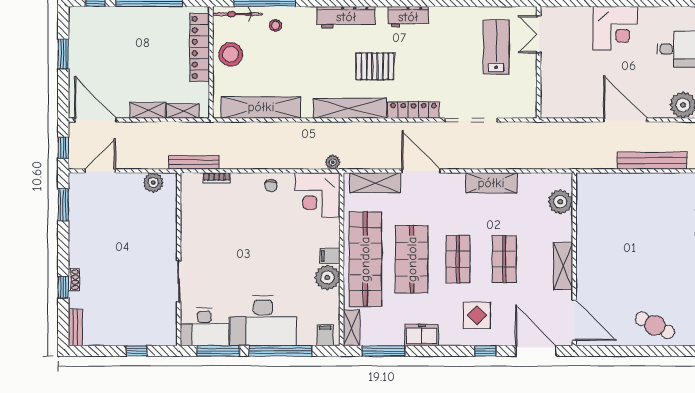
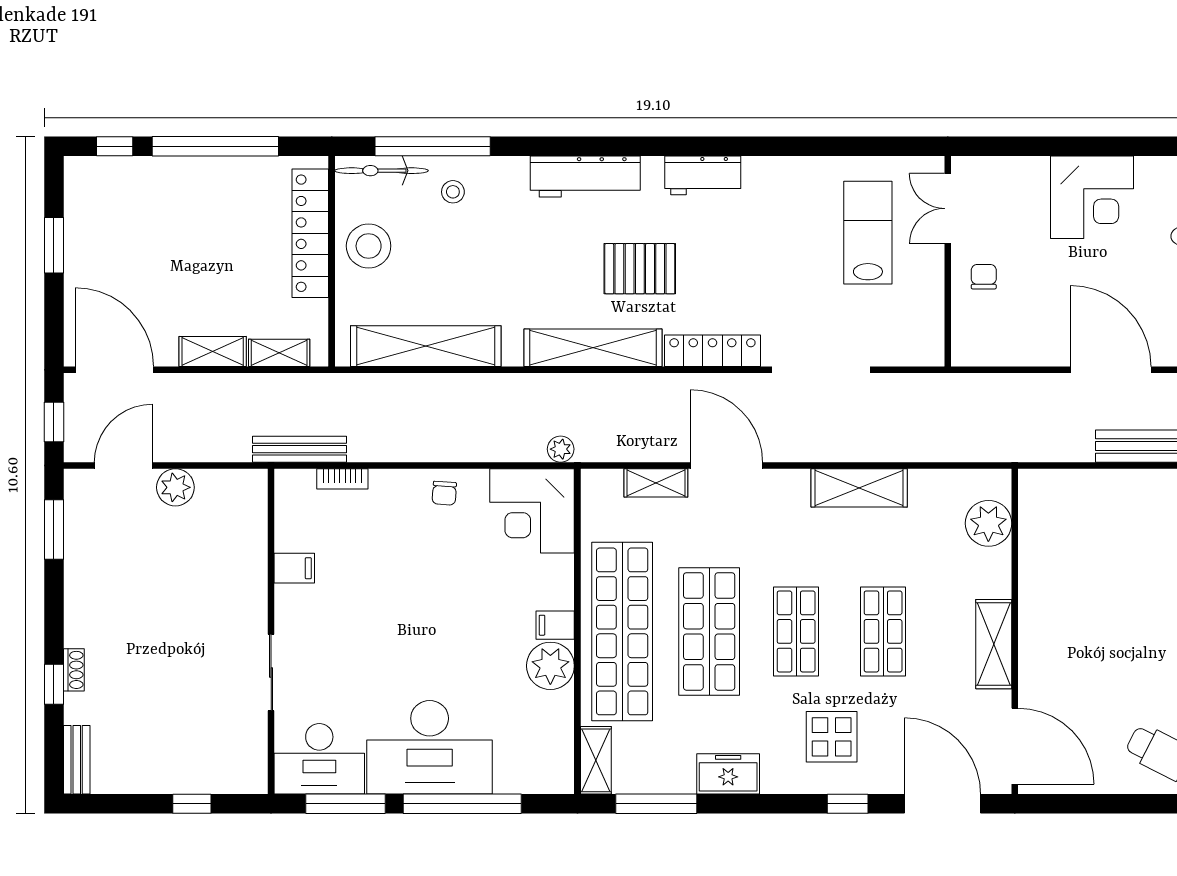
chair: (558, 71) -> (984, 277), added
plant: (153, 183) -> (175, 487), moved
shelving: (375, 183) -> (656, 483), width x0.67, depth x0.75
filing cabinet: (325, 335) -> (294, 568), moved, turned 90

